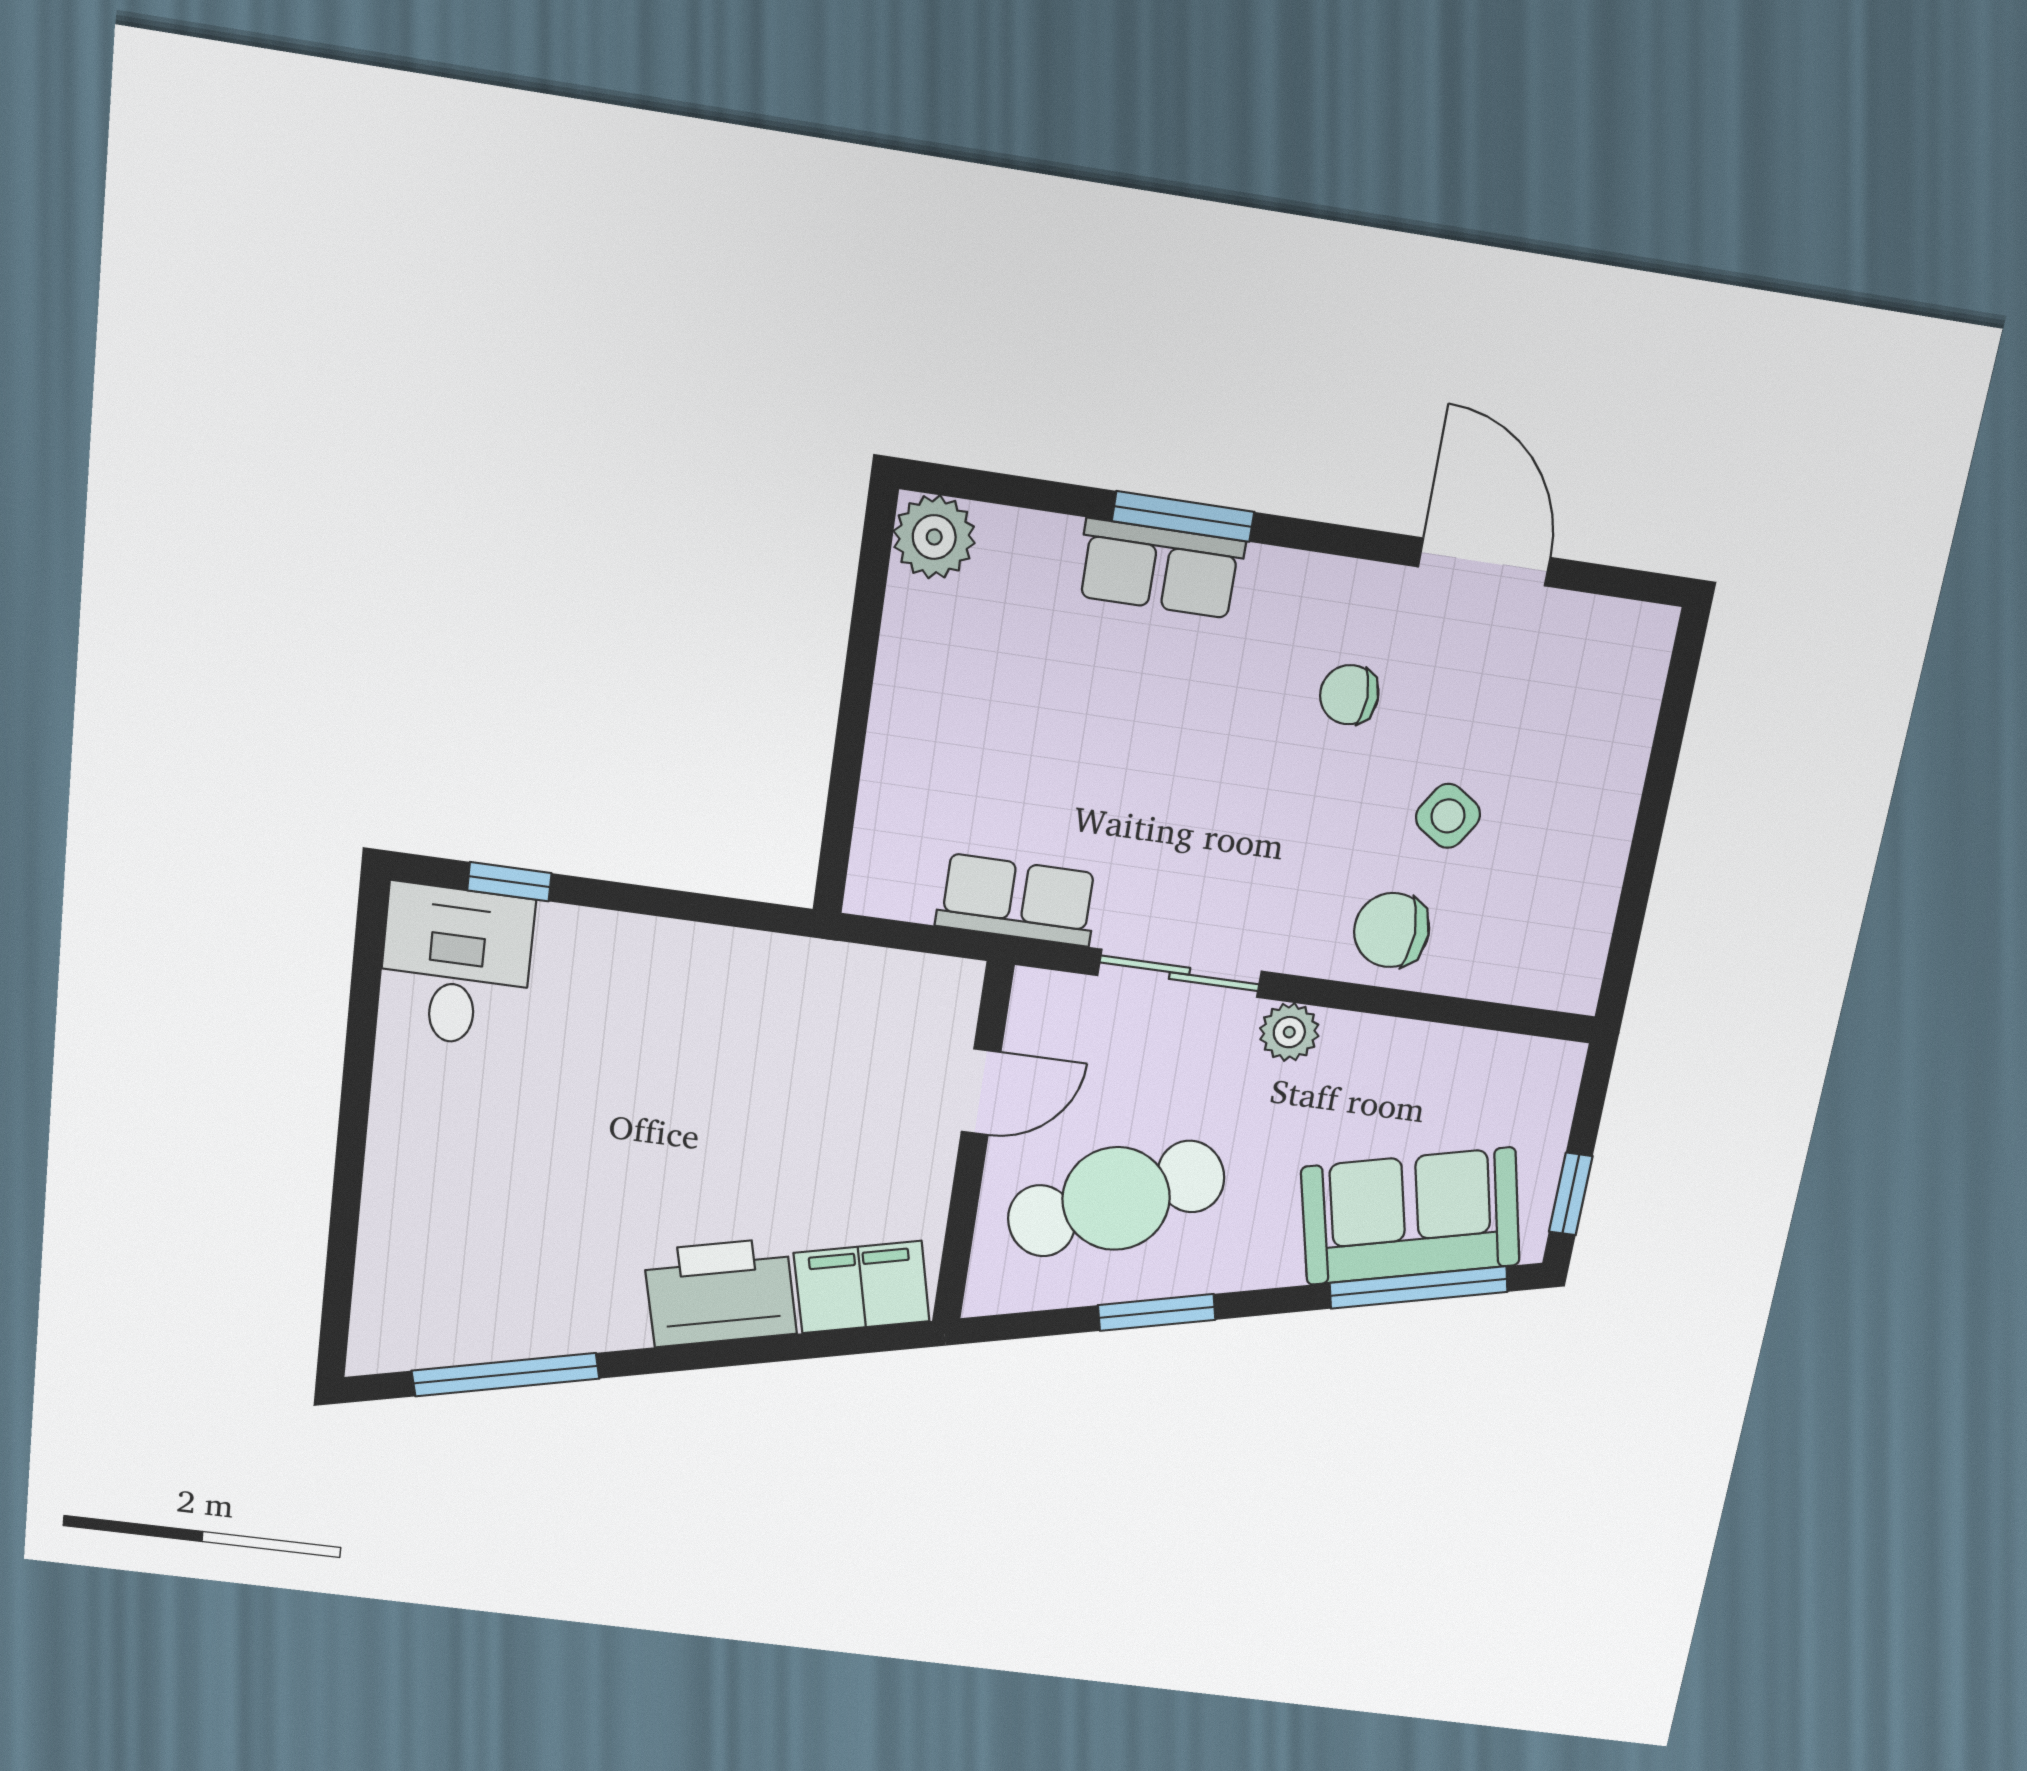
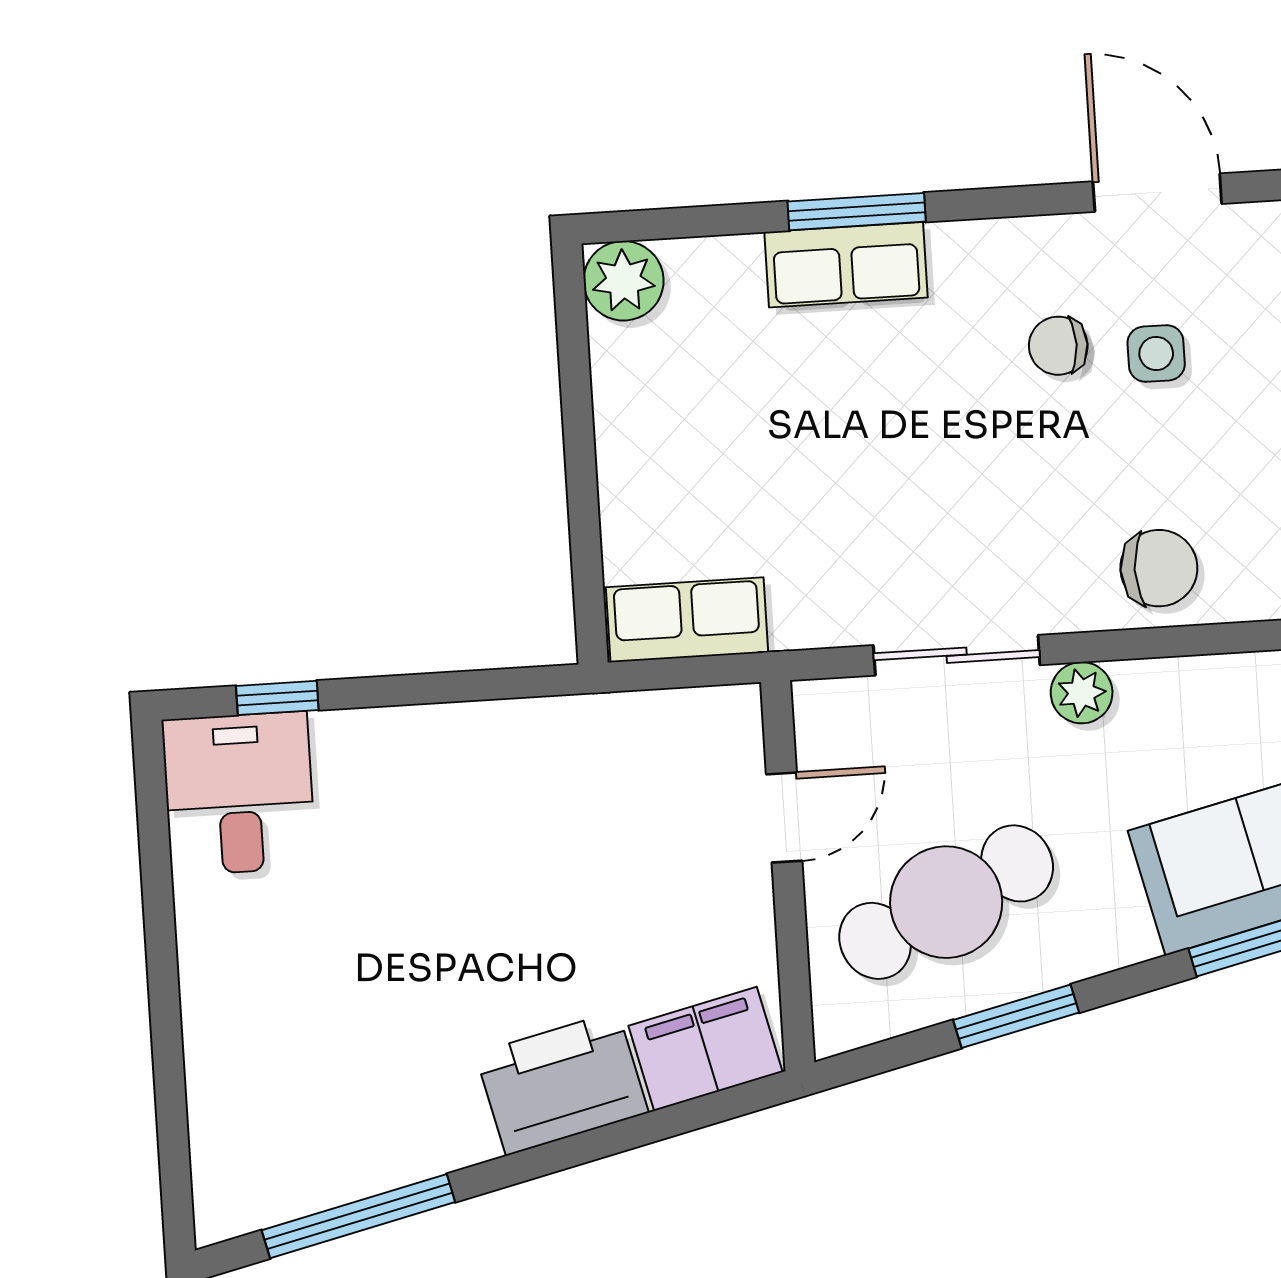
side table: (1448, 816) -> (1156, 353), moved, turned -33
row of seats: (1017, 900) -> (687, 620), moved
chair: (1392, 930) -> (1159, 568), turned 180

